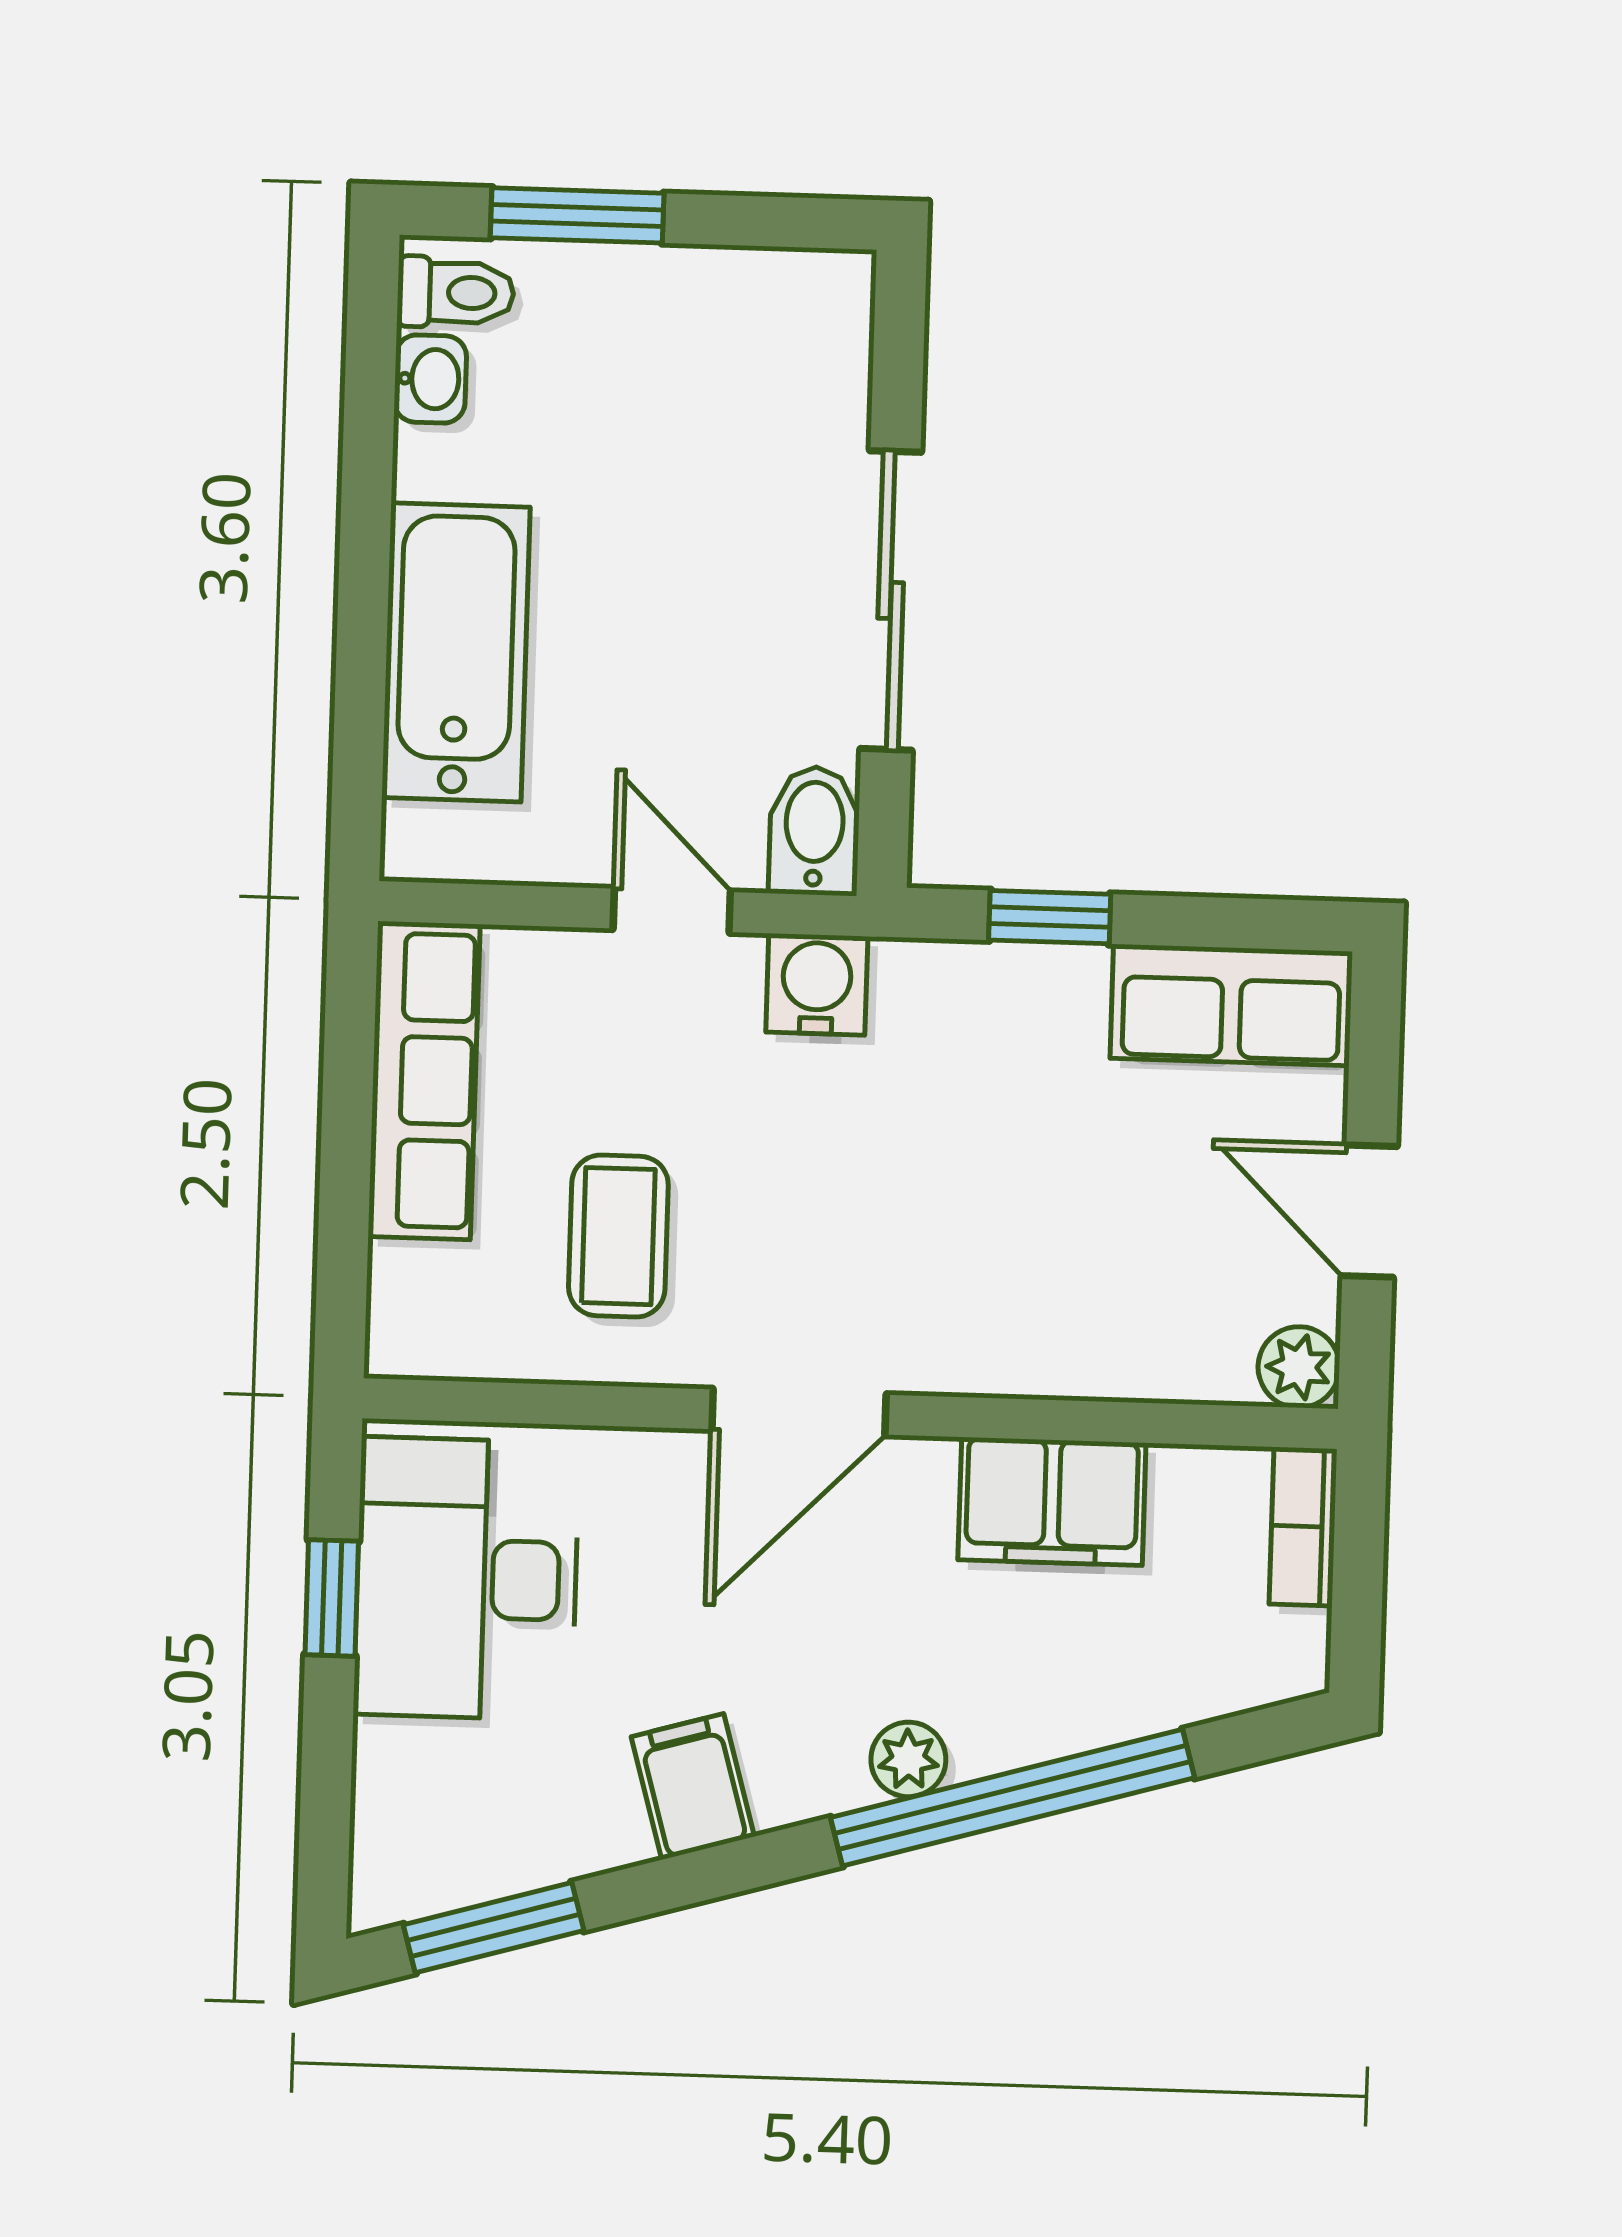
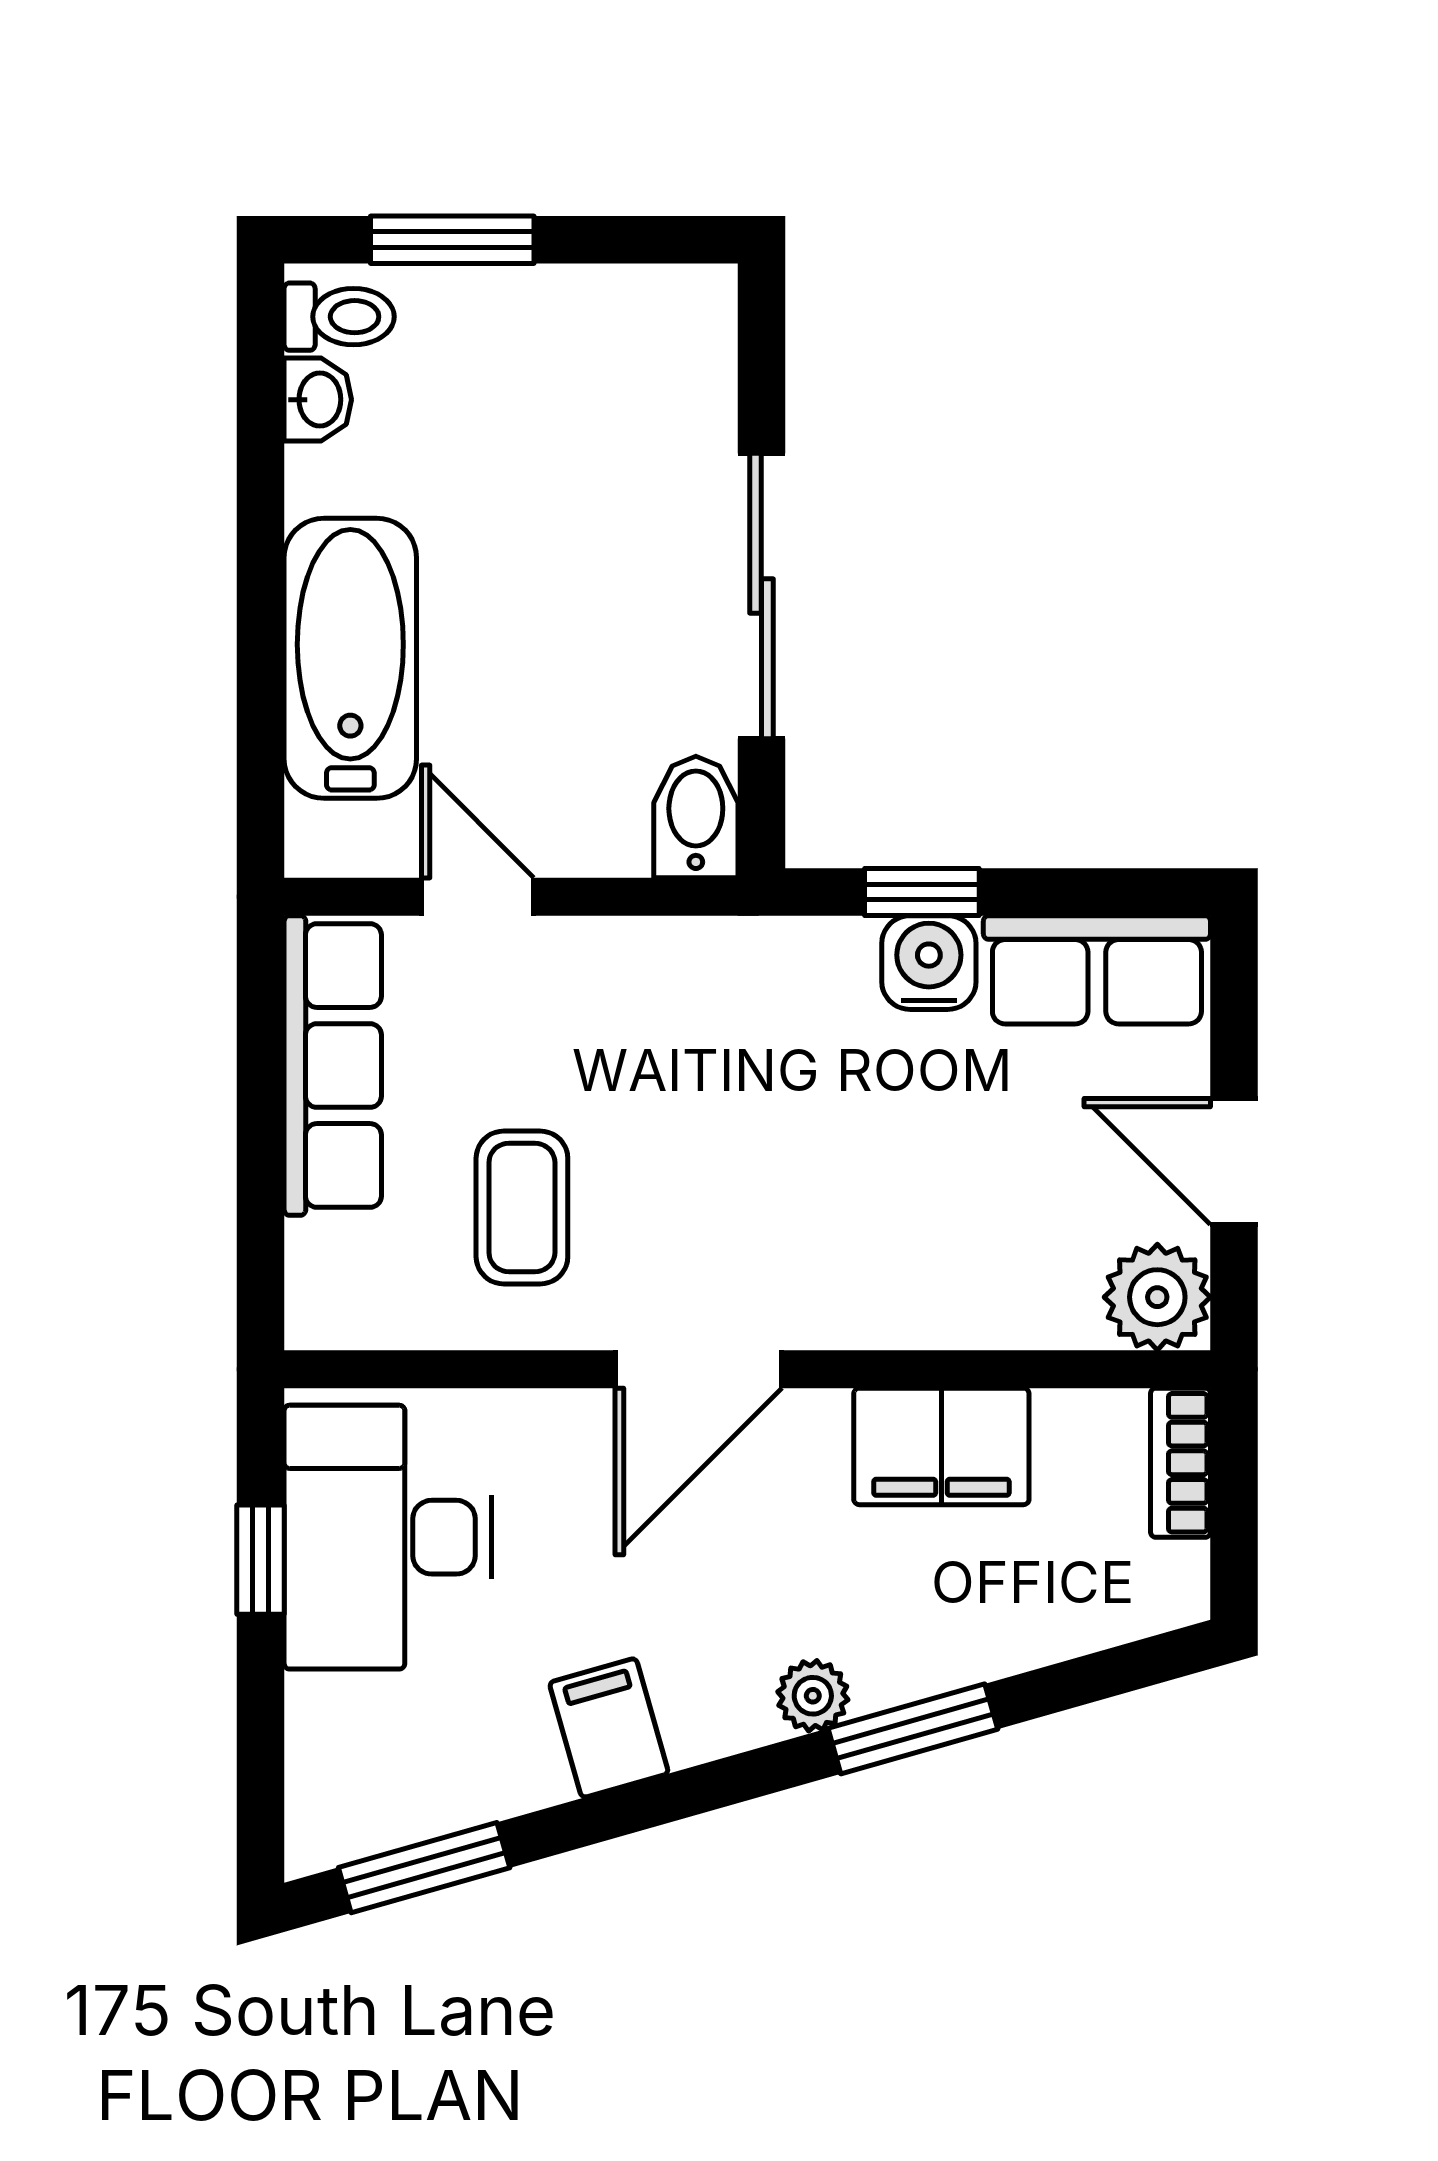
door: (672, 910) -> (478, 897), moved
water cooler: (817, 984) -> (929, 963), moved
plant: (1299, 1367) -> (1157, 1297), width x1.38, depth x1.38
window: (1012, 1798) -> (913, 1729), width x0.47

